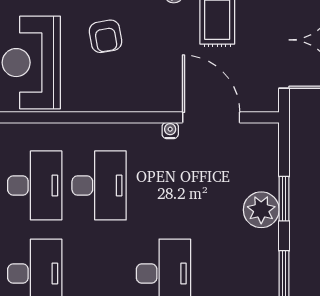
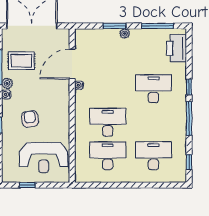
armchair: (105, 36) -> (30, 119), turned -87
plant: (261, 210) -> (125, 33), width x0.53, depth x0.53

